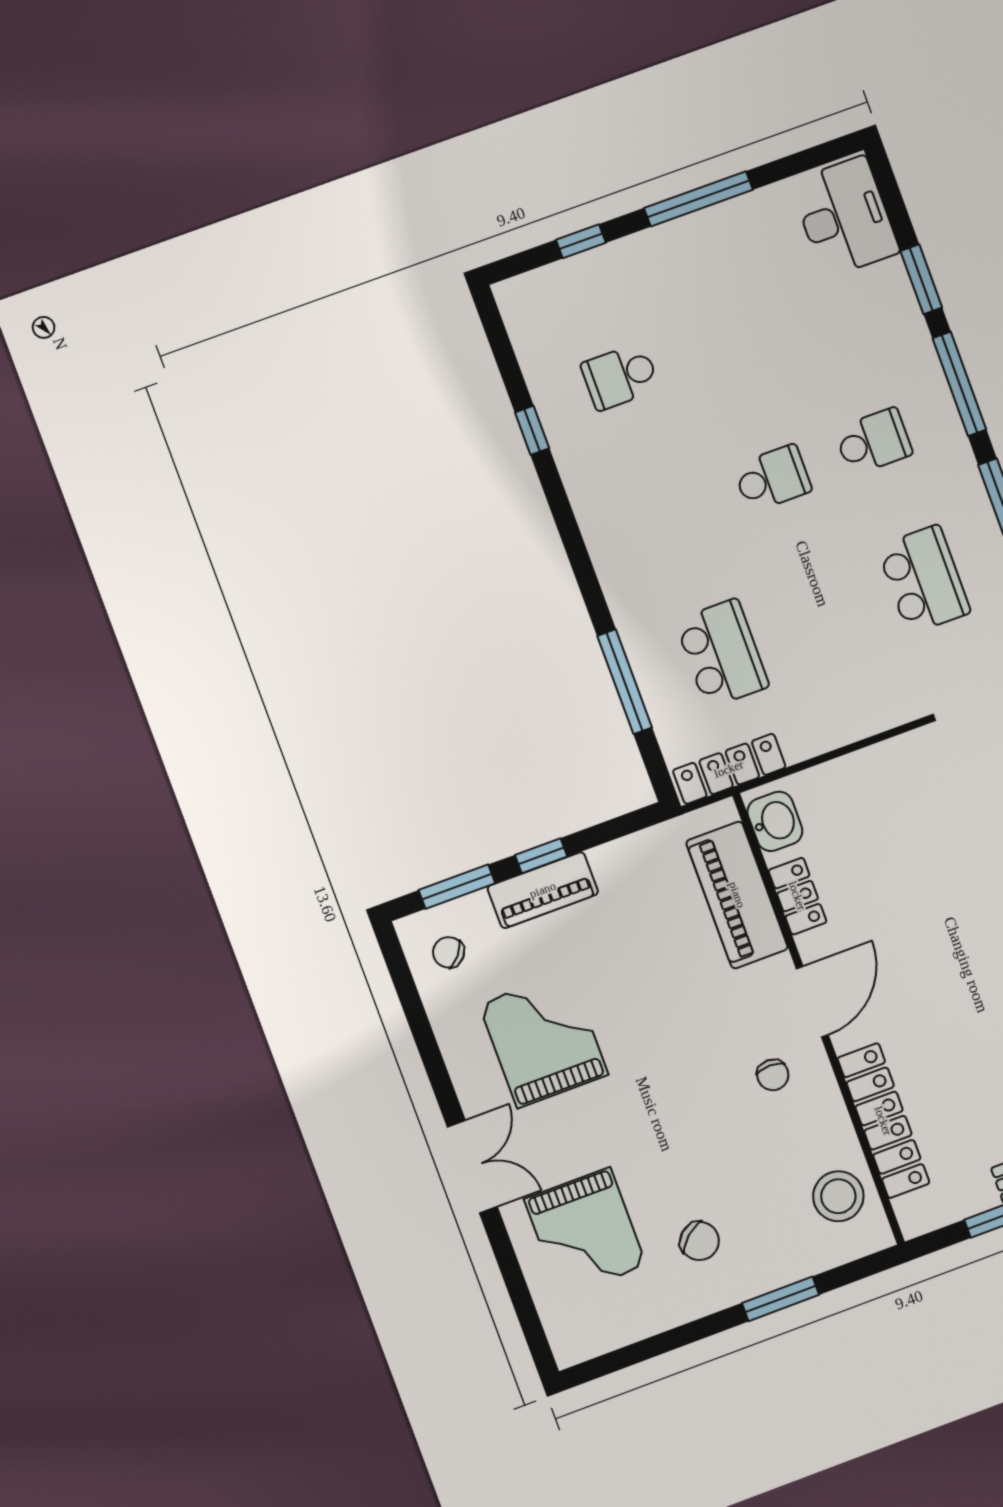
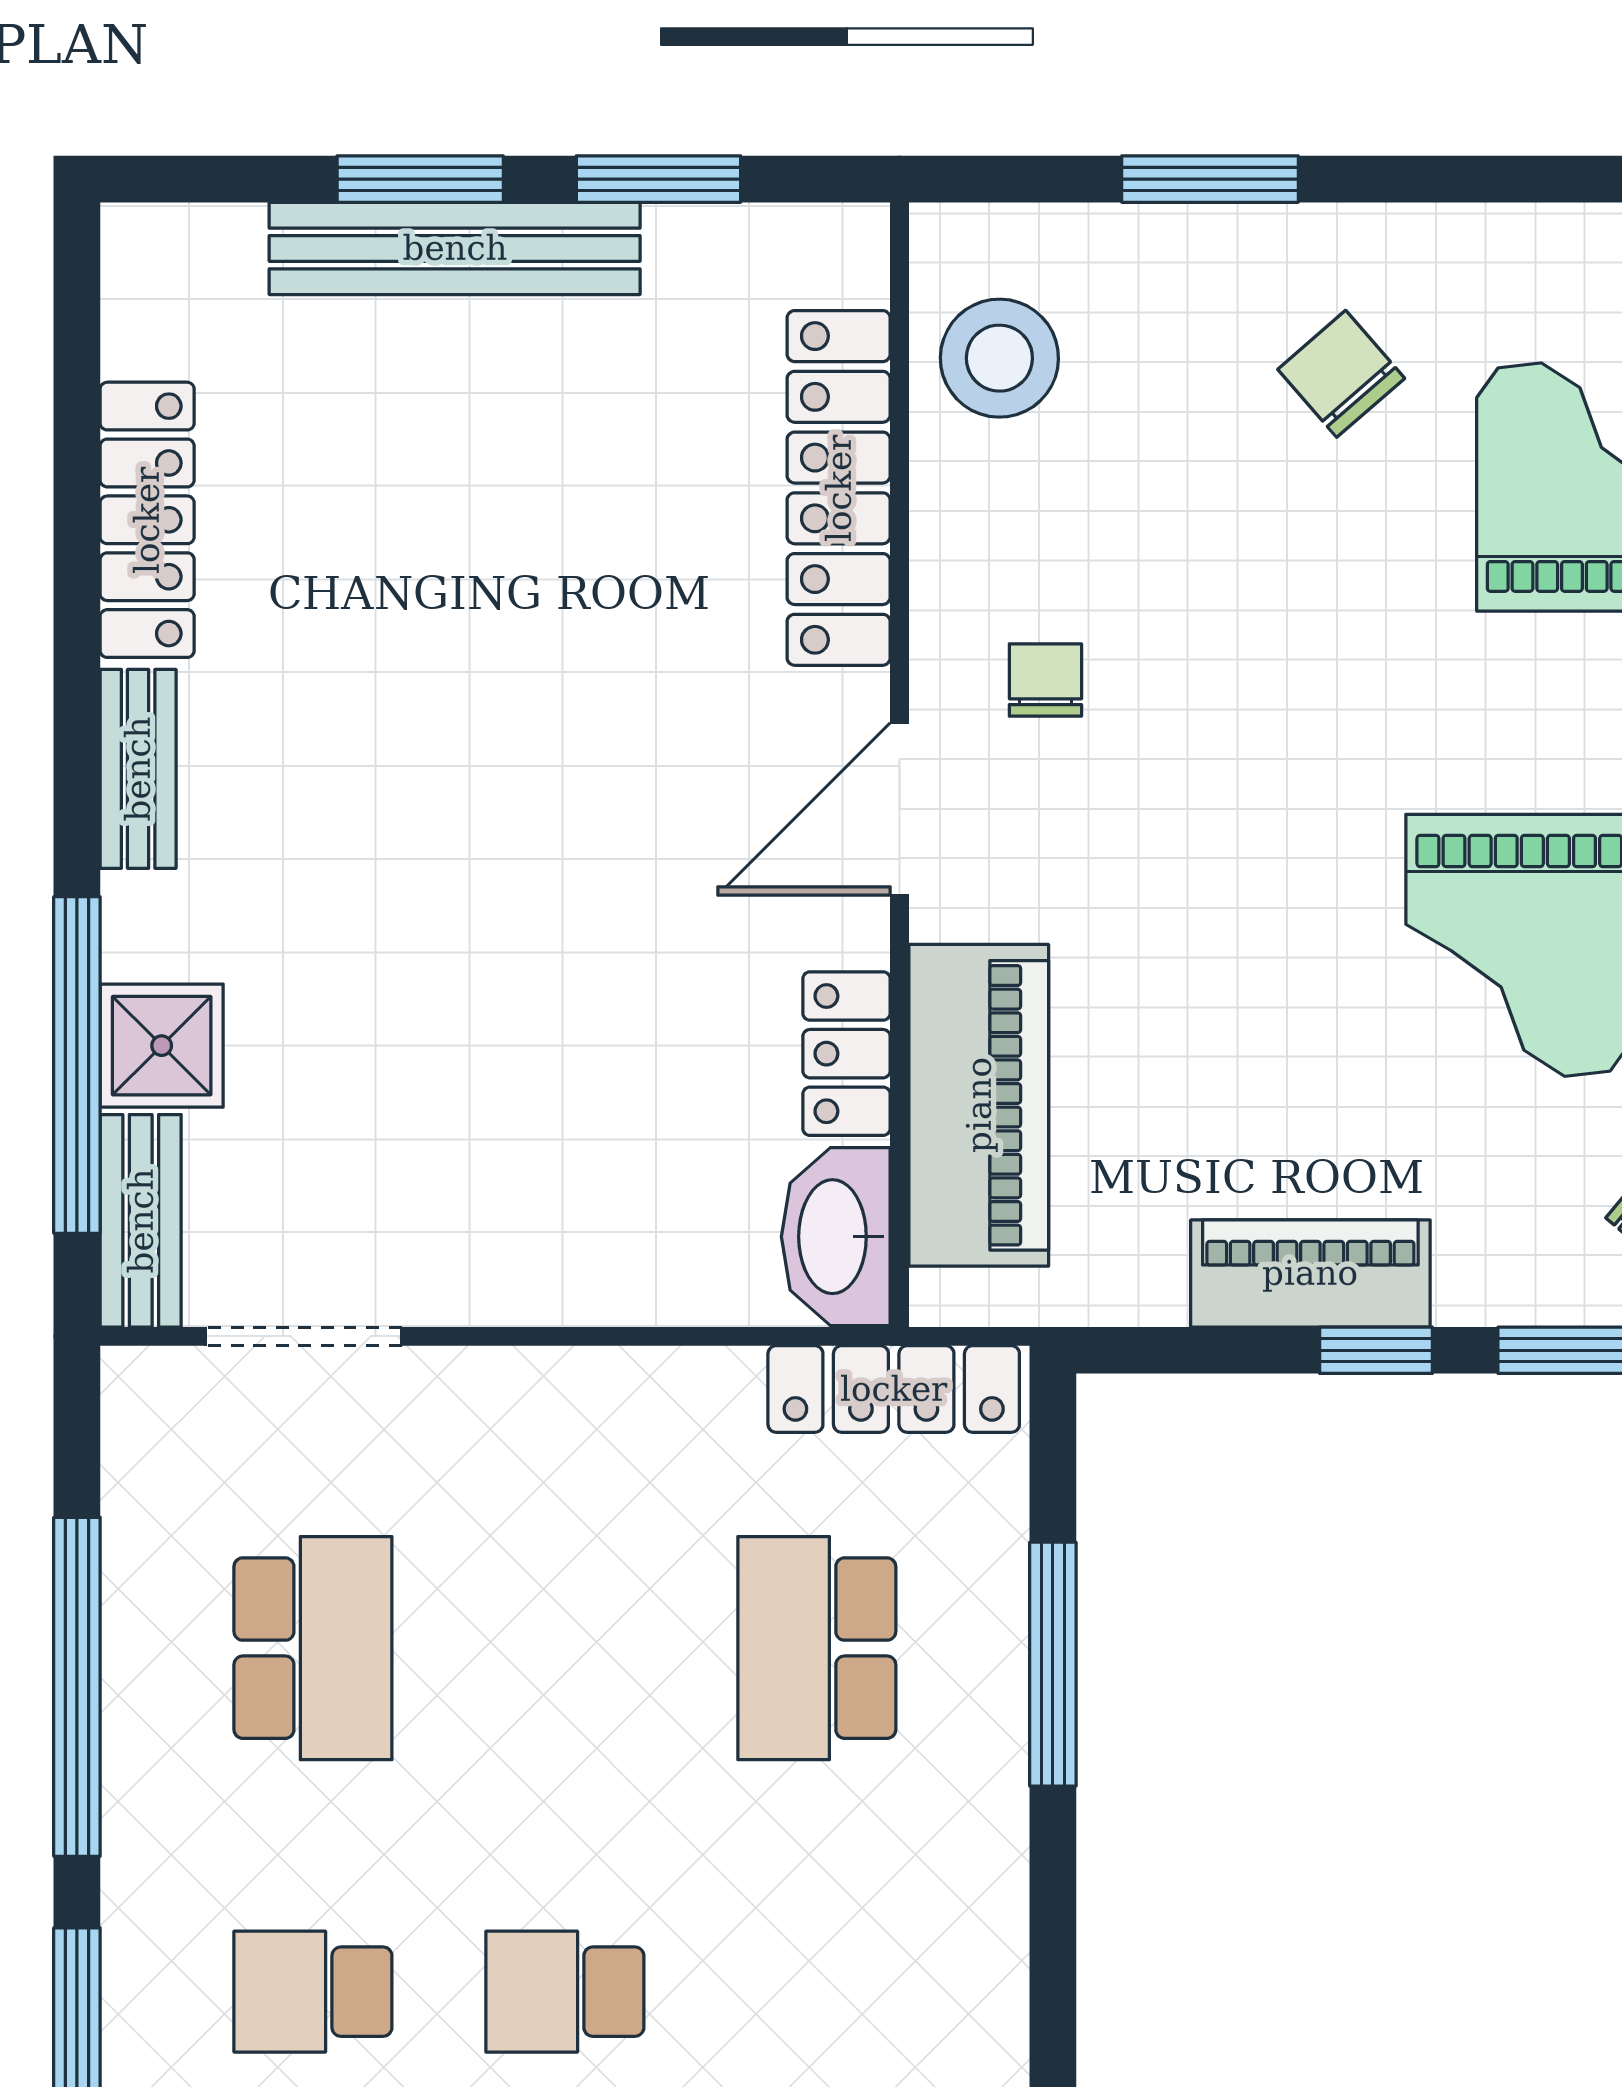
school desk: (924, 580) -> (313, 1648), turned 180
washbasin: (775, 821) -> (836, 1237), width x1.38
piano: (543, 890) -> (1310, 1273), moved

